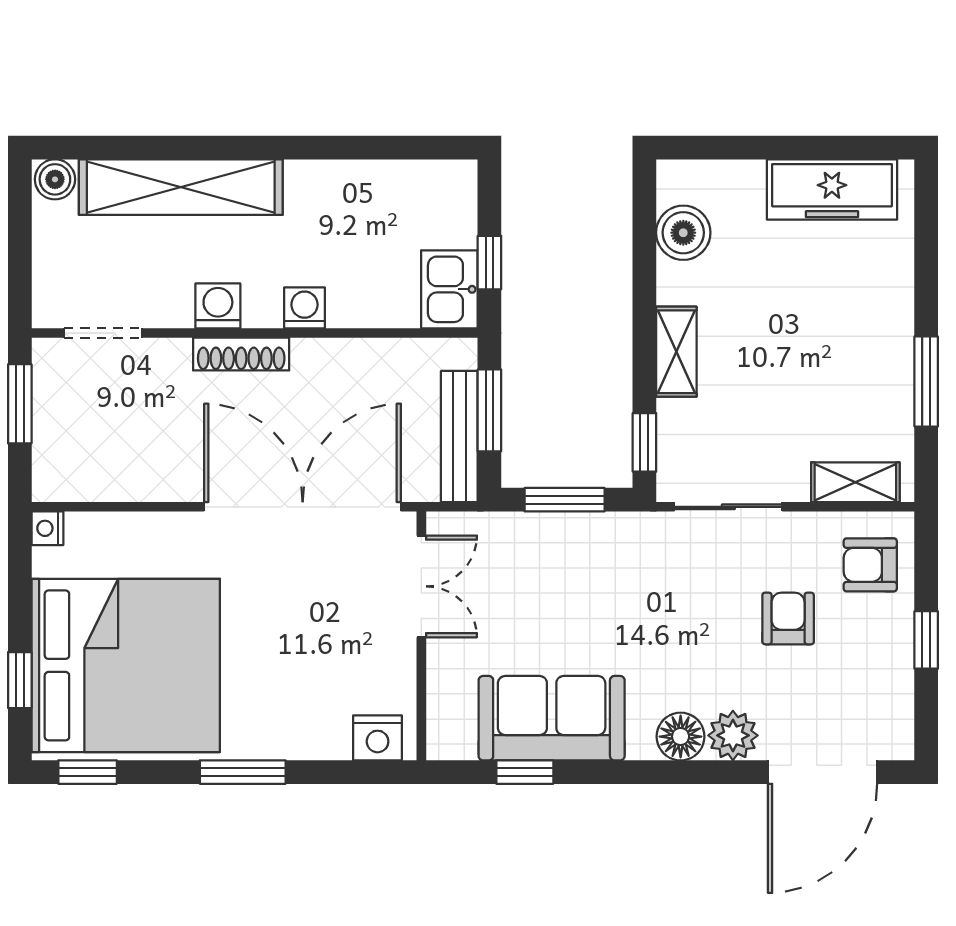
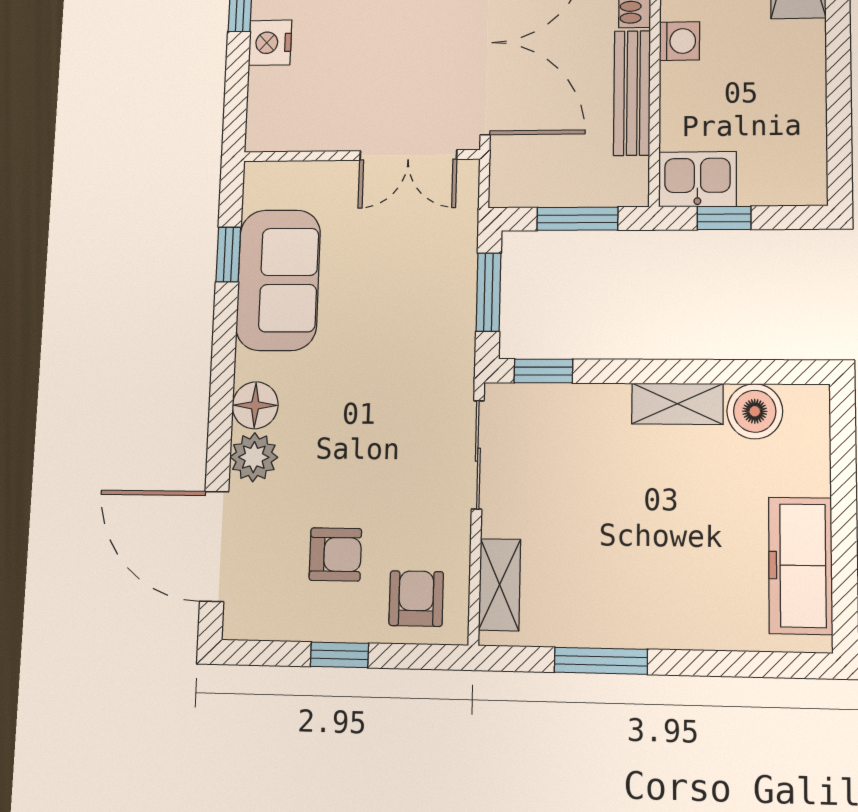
shelving: (676, 352) -> (677, 404), moved
bench: (459, 436) -> (632, 93), moved, turned 90
armchair: (788, 618) -> (335, 554), moved
nightstand: (378, 738) -> (270, 43), moved

